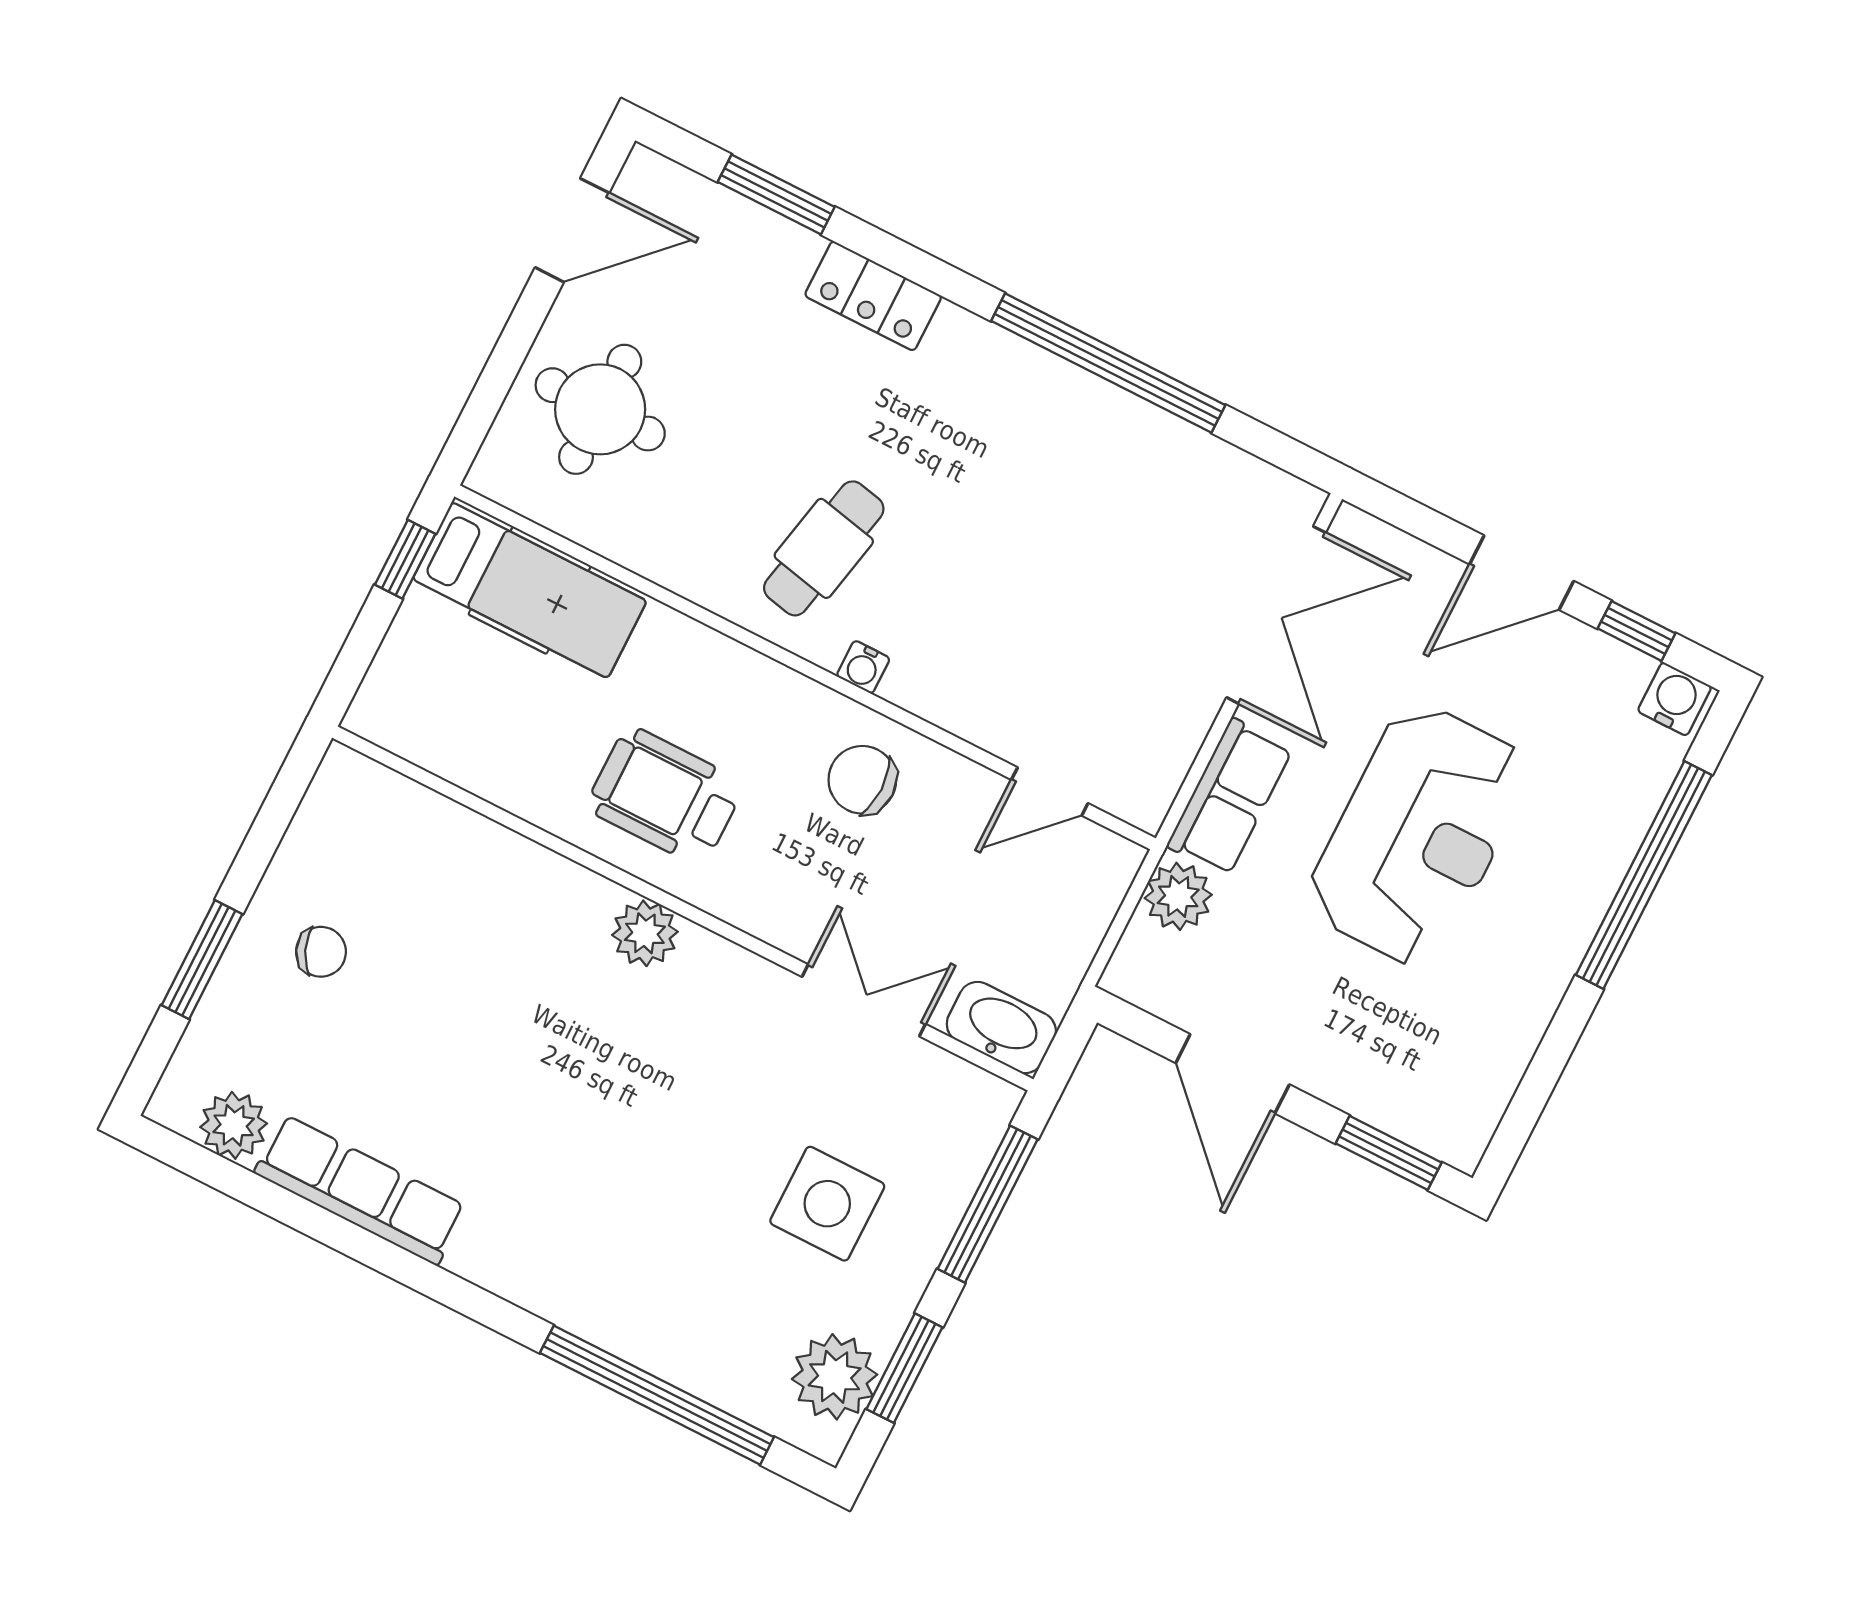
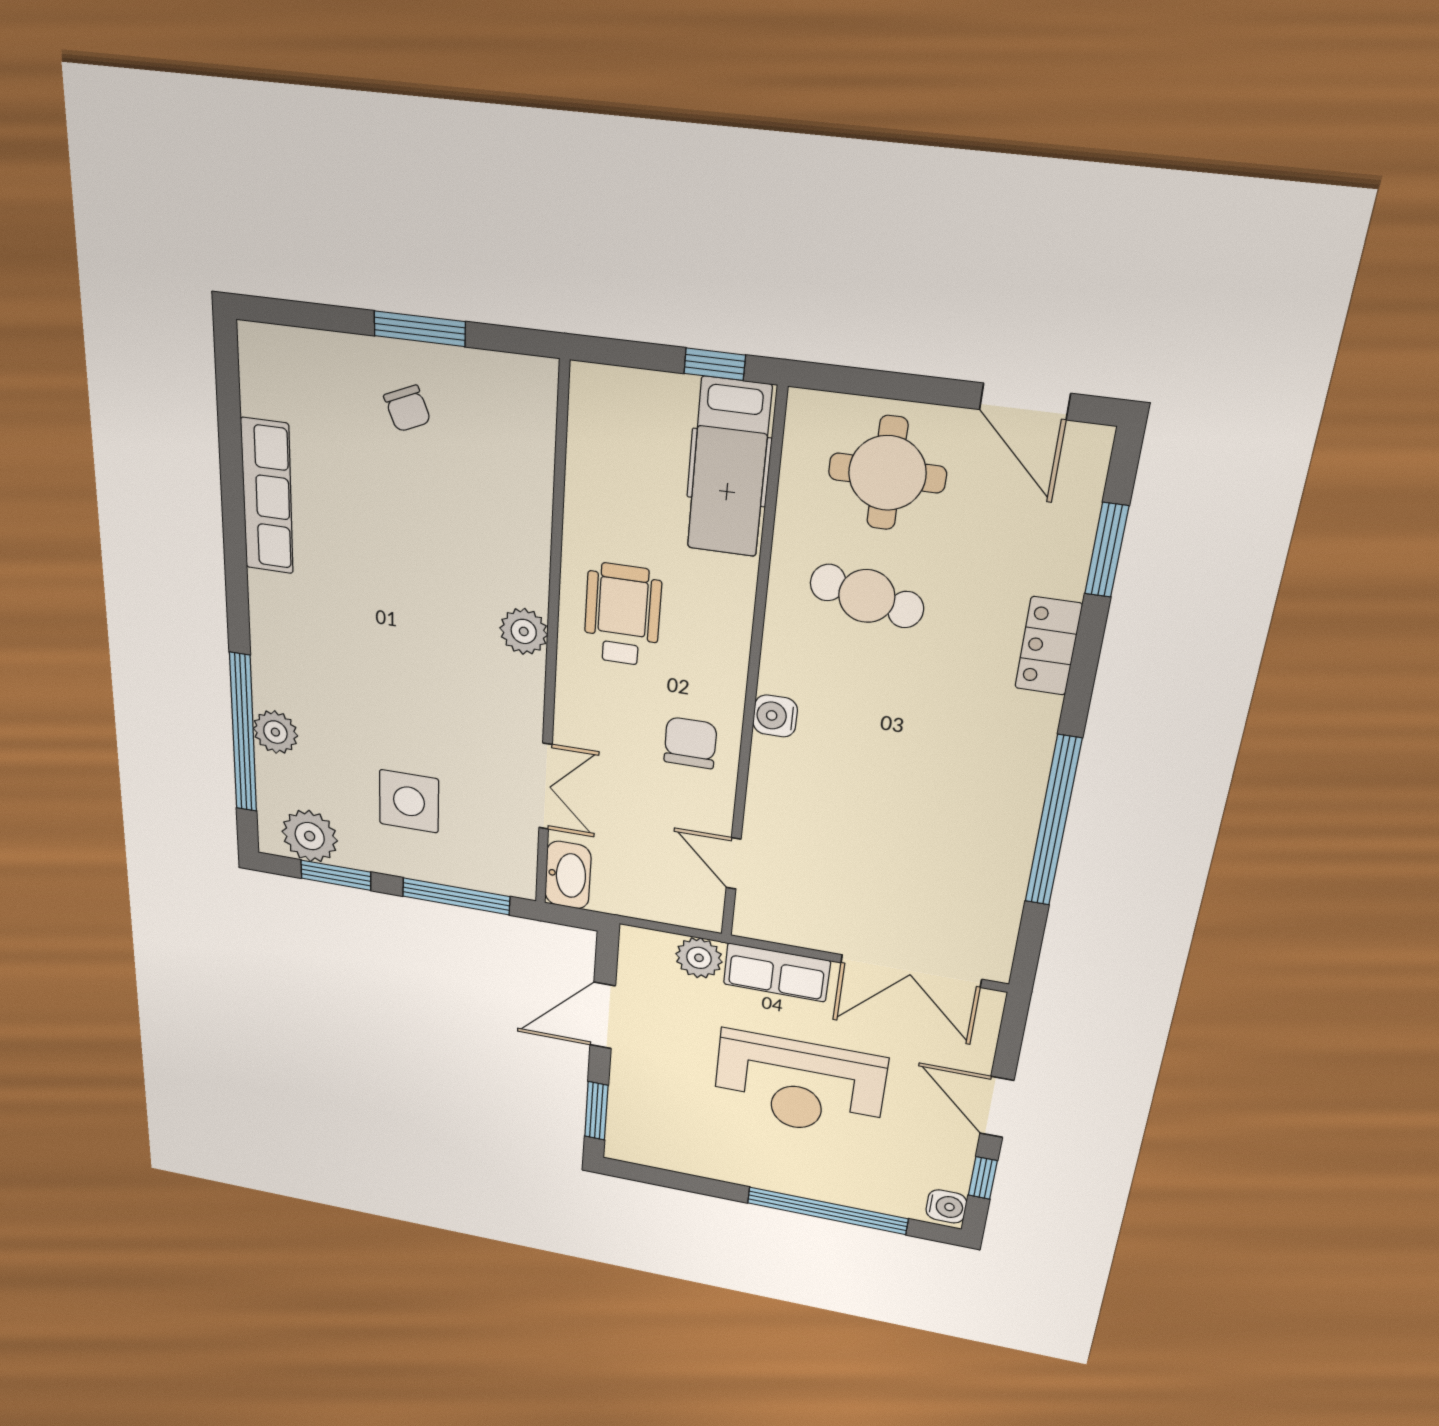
cafe table: (824, 548) -> (867, 596), moved
water cooler: (863, 667) -> (775, 716), width x1.38, depth x1.38
window: (202, 960) -> (420, 329), moved
plant: (234, 1125) -> (275, 732), moved

